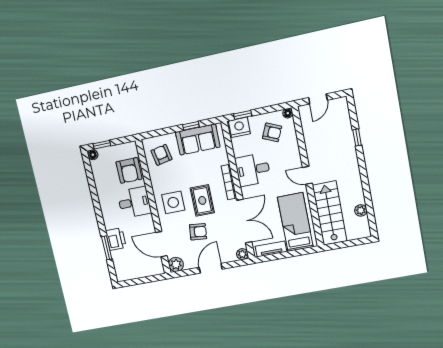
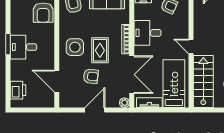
desk: (134, 202) -> (24, 47), moved, turned 180
printer: (116, 239) -> (18, 90), moved
window: (107, 248) -> (8, 44), moved
plant: (176, 264) -> (66, 101), removed

